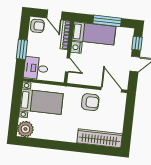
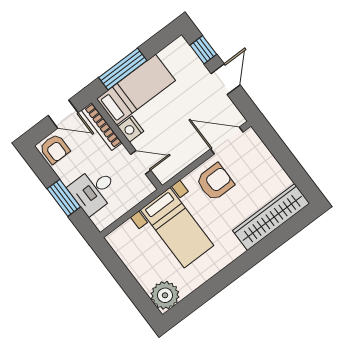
window: (107, 21) -> (123, 69), moved
armchair: (37, 26) -> (55, 149), turned 90
desk: (36, 68) -> (93, 190), moved
bed with nightstands: (41, 102) -> (177, 228), moved, turned 90

